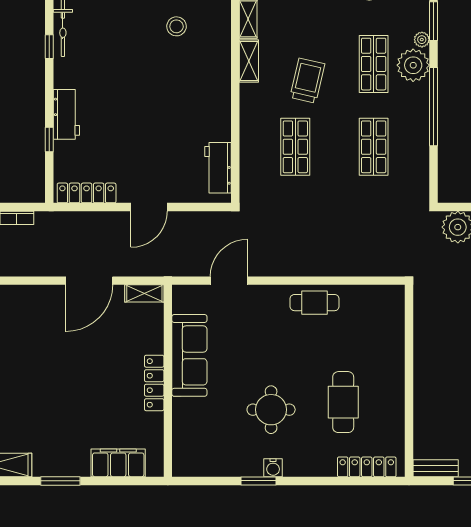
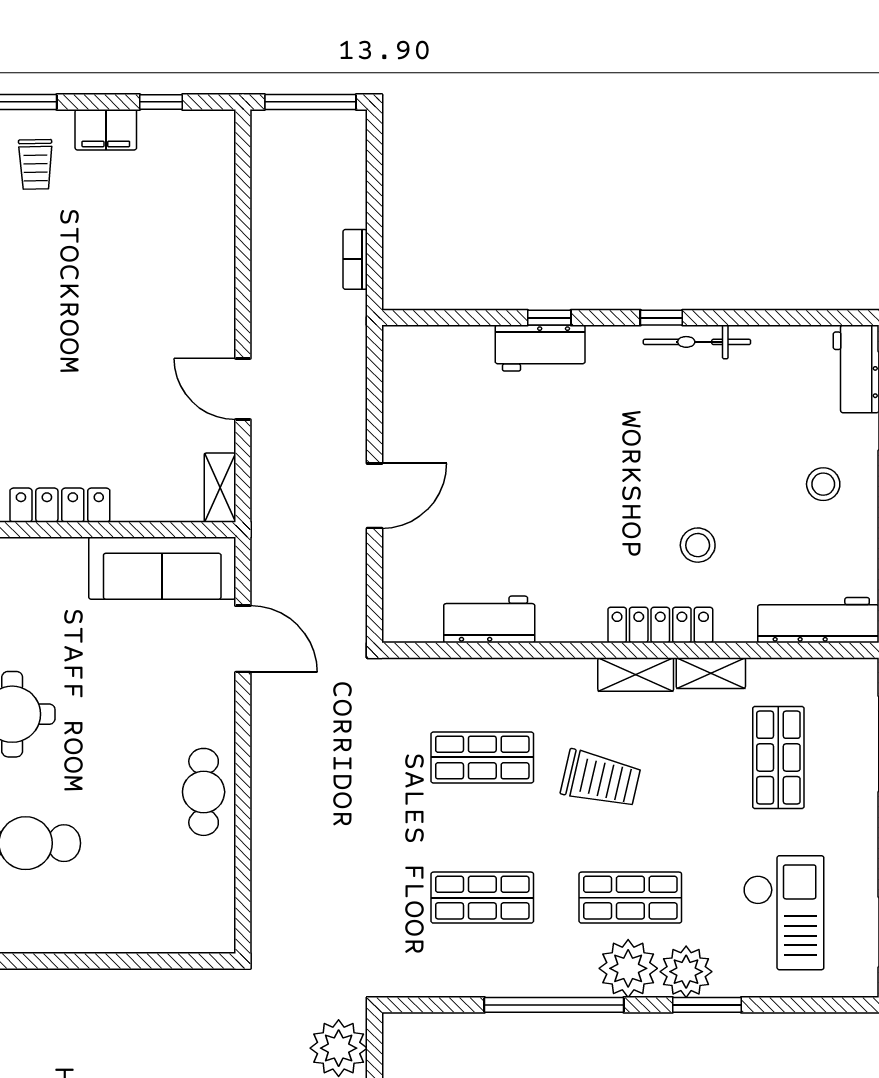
plant: (422, 40) -> (686, 972), width x1.88, depth x1.88
window: (49, 139) -> (549, 318), moved
workbench: (218, 168) -> (489, 619), moved
locker: (87, 193) -> (660, 625), moved, turned -90
door: (149, 207) -> (374, 496), swing flipped
door: (89, 281) -> (243, 389), width x0.73
sofa: (189, 355) -> (162, 568), moved

